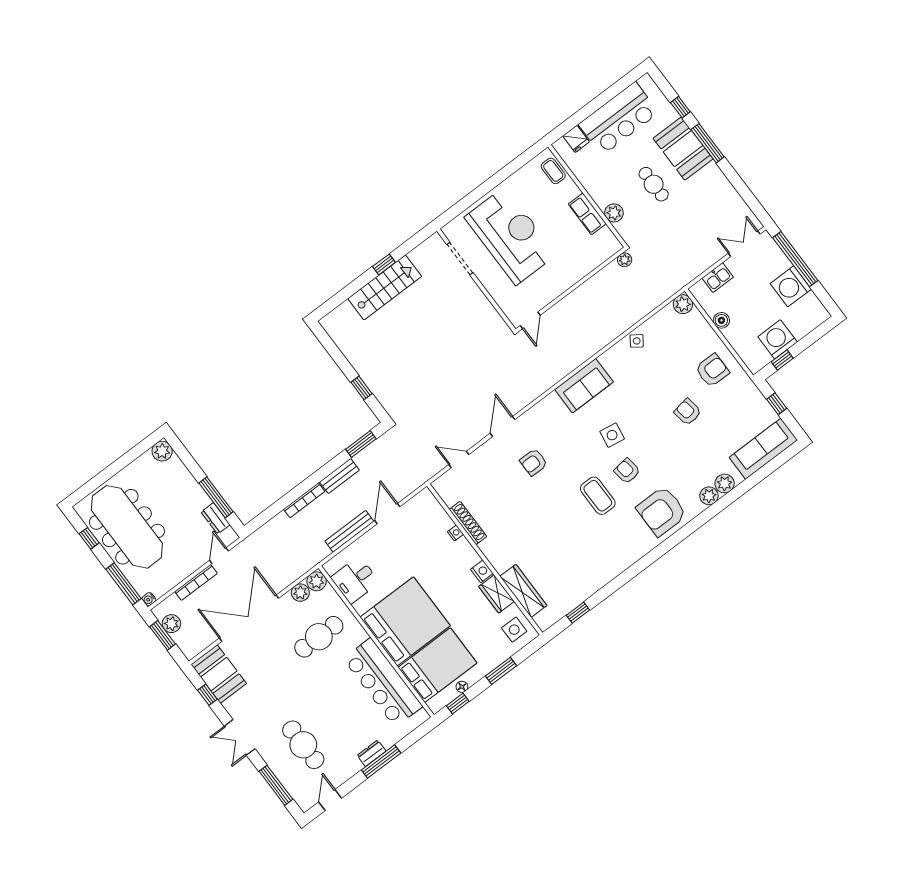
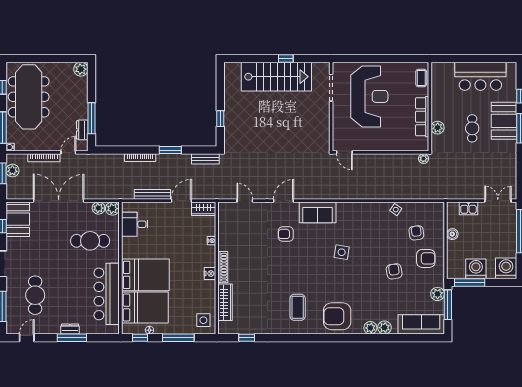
fridge: (576, 139) -> (448, 70), removed
row of seats: (587, 214) -> (422, 117), width x1.48
washing machine: (791, 286) -> (506, 268), moved, turned 90
stairs: (385, 287) -> (276, 77), width x1.36, depth x1.51
plant: (683, 304) -> (438, 294), moved
door: (530, 320) -> (344, 152), hinge flipped
window: (782, 360) -> (470, 282), width x2.17
sofa: (584, 386) -> (318, 212), moved
window: (777, 404) -> (448, 305), width x2.17
window: (361, 444) -> (170, 150), moved
armchair: (627, 471) -> (416, 233), moved
bench: (339, 476) -> (205, 159), moved
coffee table: (598, 496) -> (298, 307), moved
shoe rack: (468, 523) -> (223, 267), moved
wardrobe: (496, 594) -> (204, 209), moved, turned -90
bed: (405, 621) -> (145, 275), width x0.73
window: (501, 671) -> (178, 338), width x1.44

